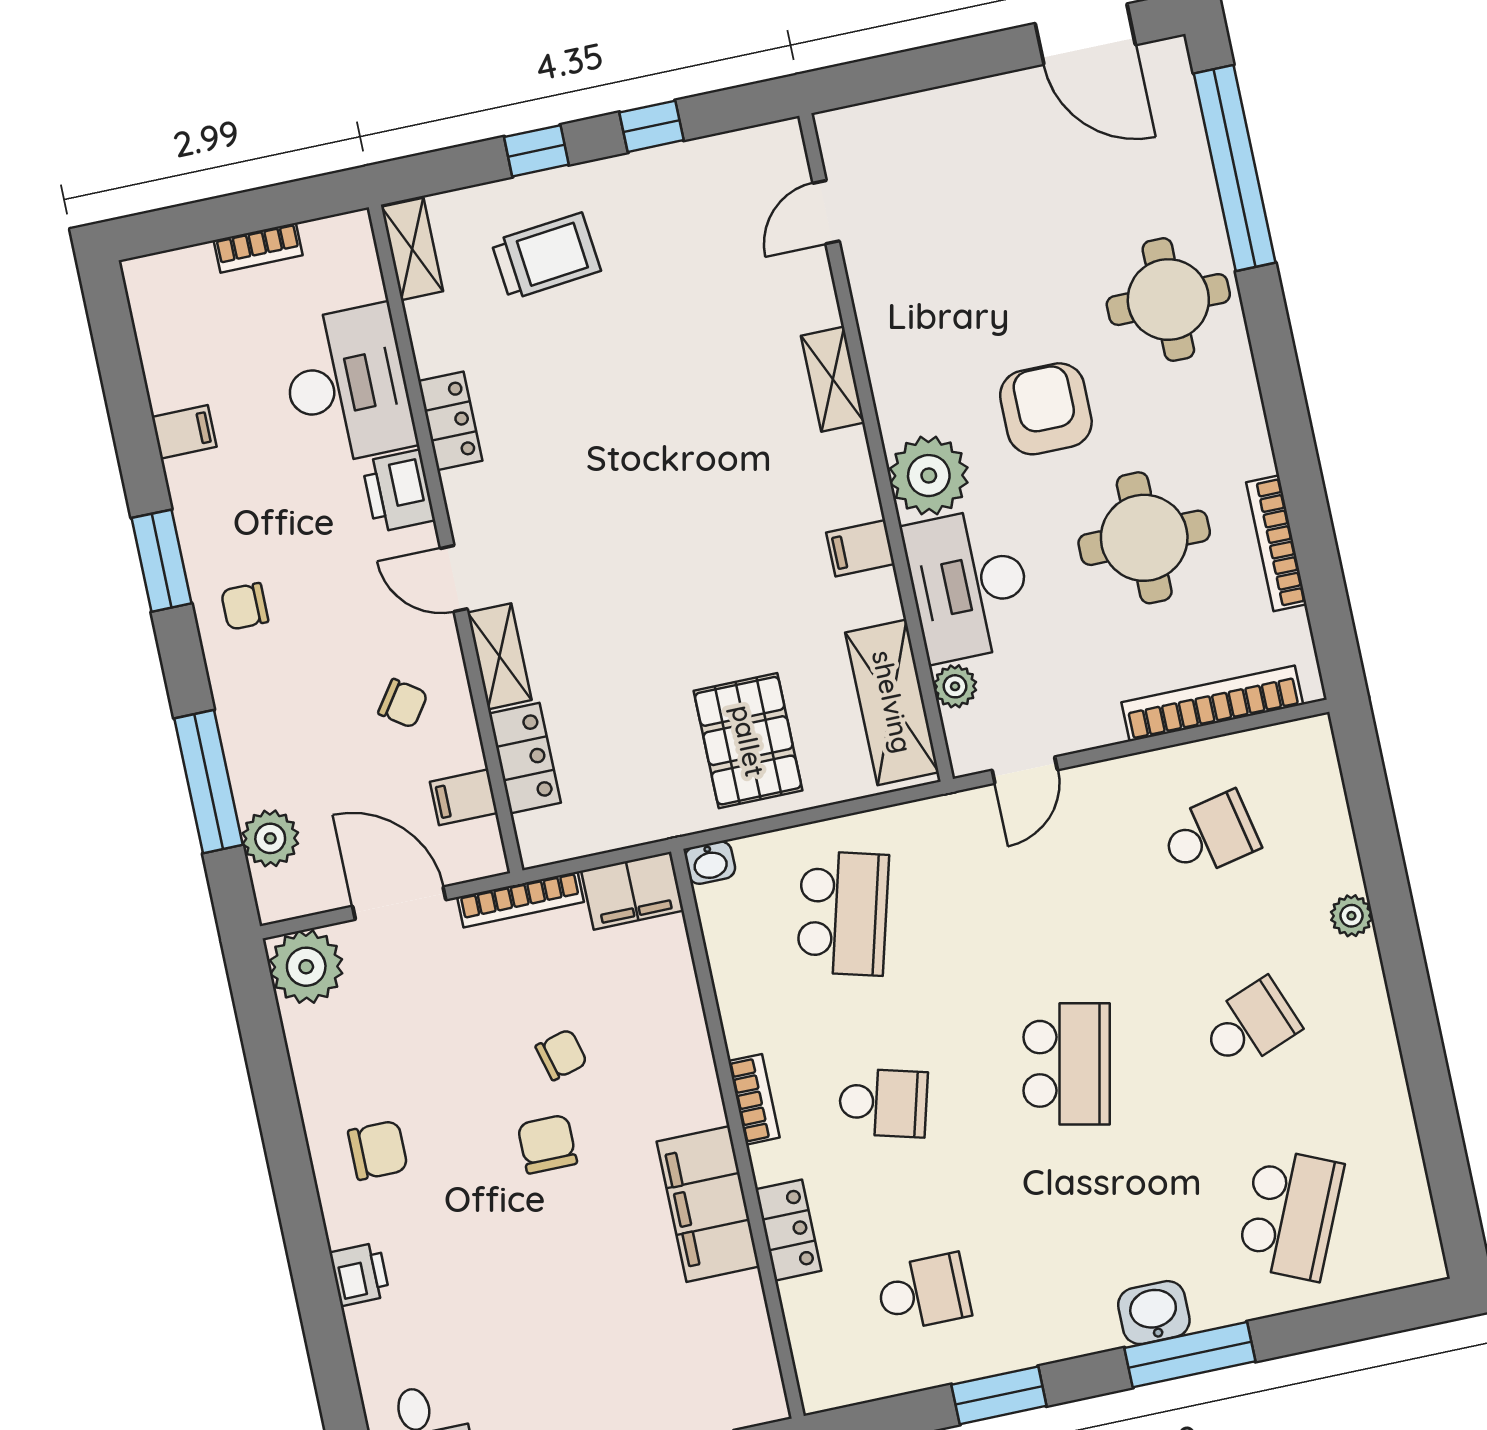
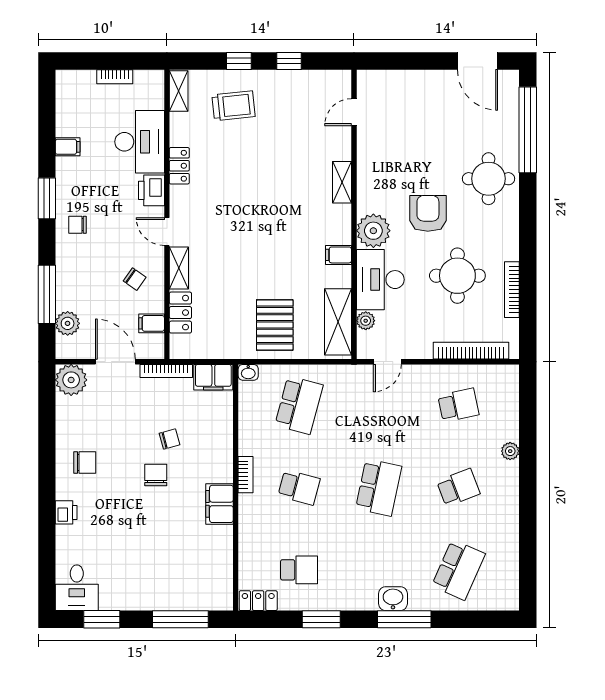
filing cabinet: (708, 1204) -> (220, 504), width x0.67, depth x0.86
locker: (788, 1230) -> (258, 601), moved, turned -90

